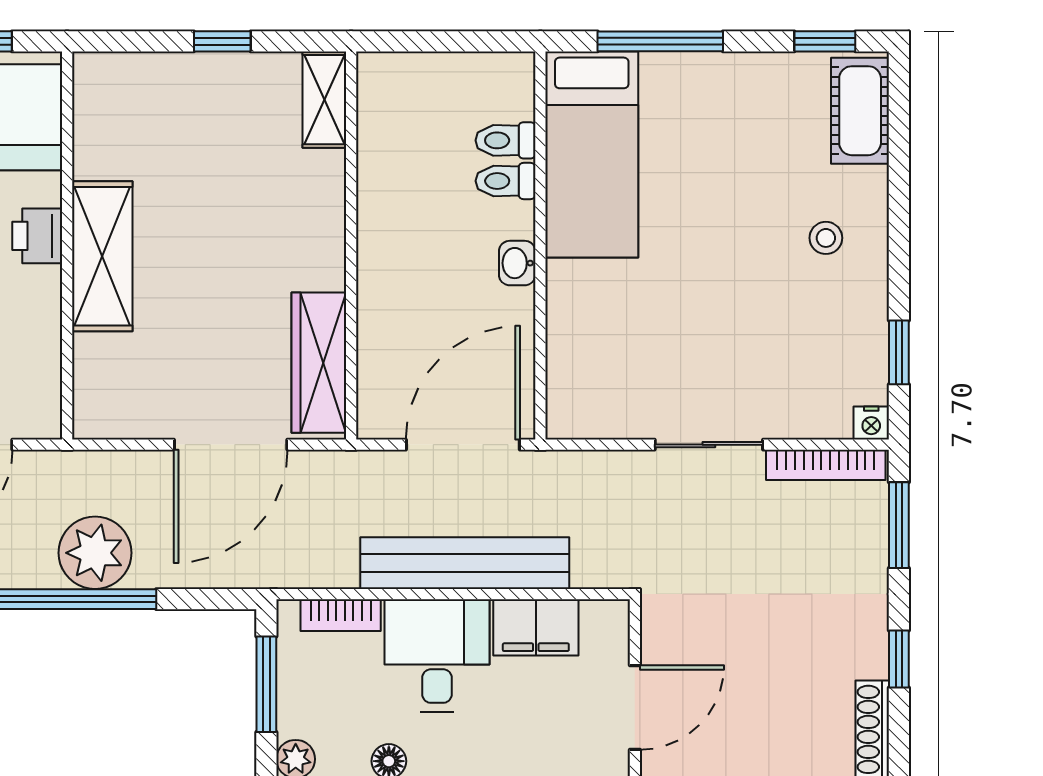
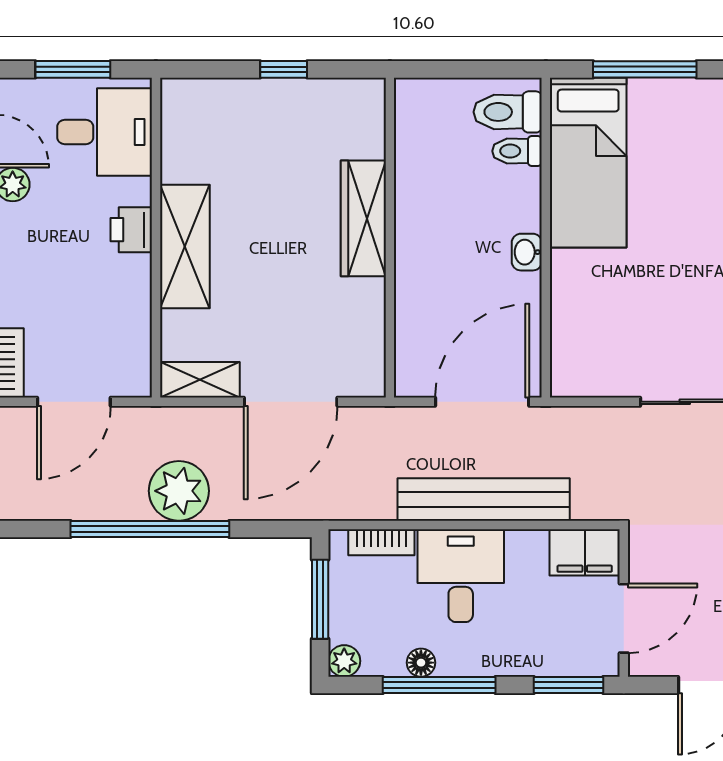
shelving: (324, 100) -> (200, 380), moved, turned 90
toilet: (506, 181) -> (508, 112), moved, width x1.37, depth x1.39
wardrobe: (319, 363) -> (363, 218), moved
filing cabinet: (536, 627) -> (585, 552), moved

